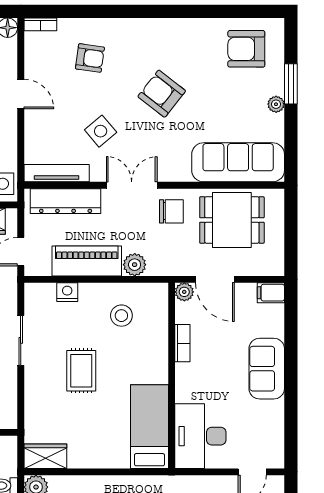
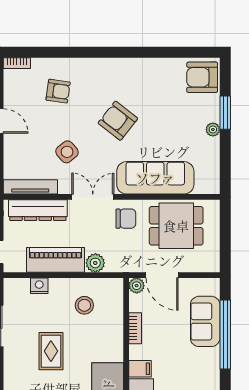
armchair: (246, 49) -> (202, 77), moved
sofa: (238, 162) -> (155, 178), moved
filing cabinet: (271, 293) -> (140, 369), moved, turned 180
window: (291, 351) -> (225, 334), added
sofa: (267, 369) -> (205, 321), moved

